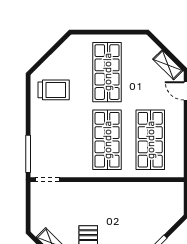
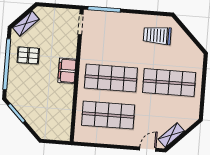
trolley: (54, 90) -> (157, 35), turned 90
filing cabinet: (103, 191) -> (67, 71), added

